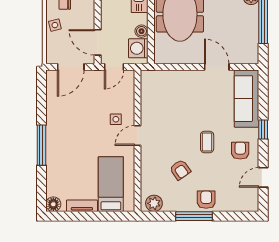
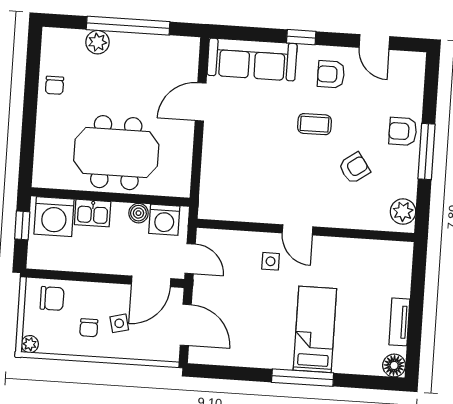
side table: (55, 25) -> (119, 323), moved
bed: (111, 184) -> (315, 329), moved, turned 90

